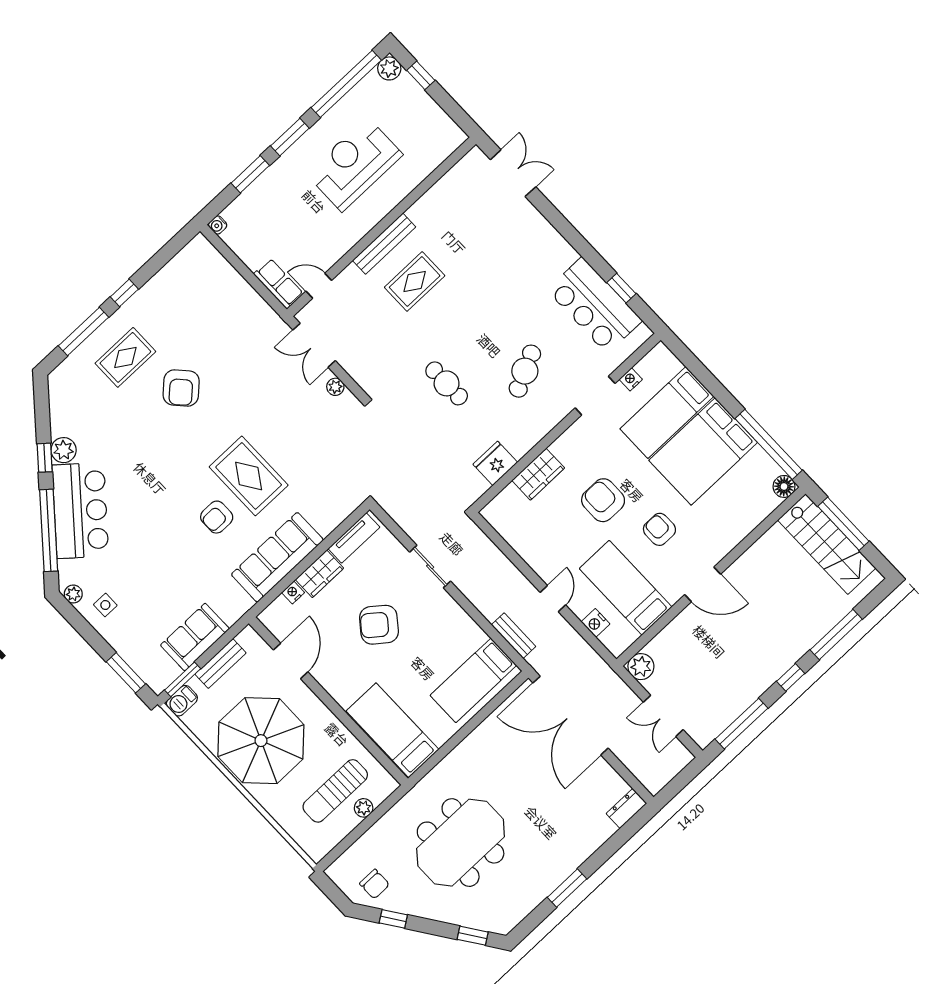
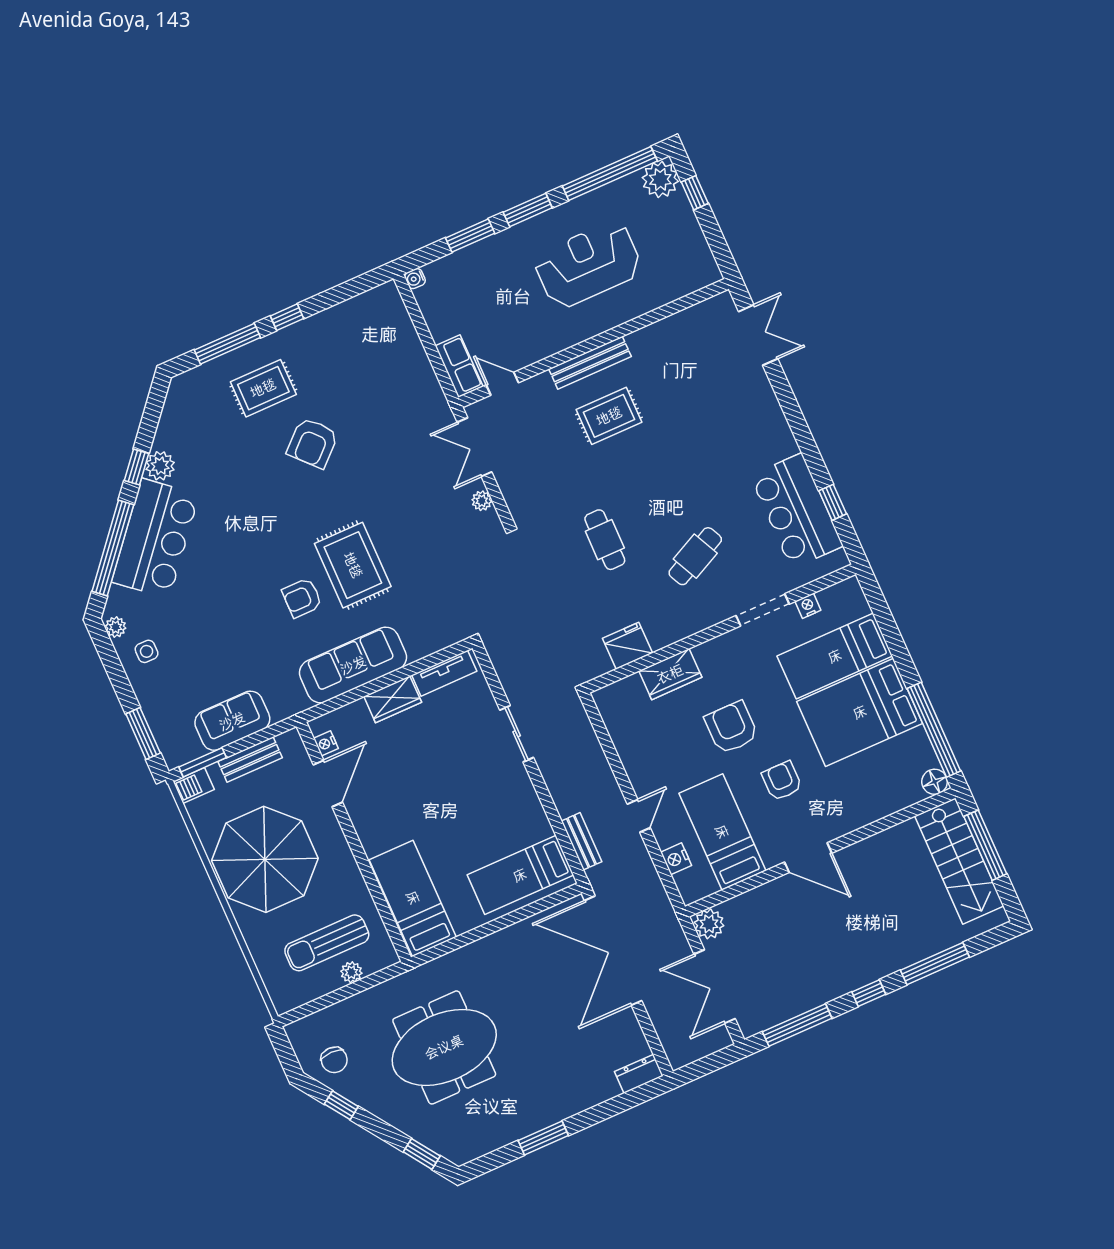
plant: (389, 68) -> (660, 179), width x1.36, depth x1.36
nightstand: (293, 593) -> (326, 743), moved, turned -90
armchair: (379, 625) -> (438, 778), removed
double door: (663, 716) -> (715, 986), width x1.37

